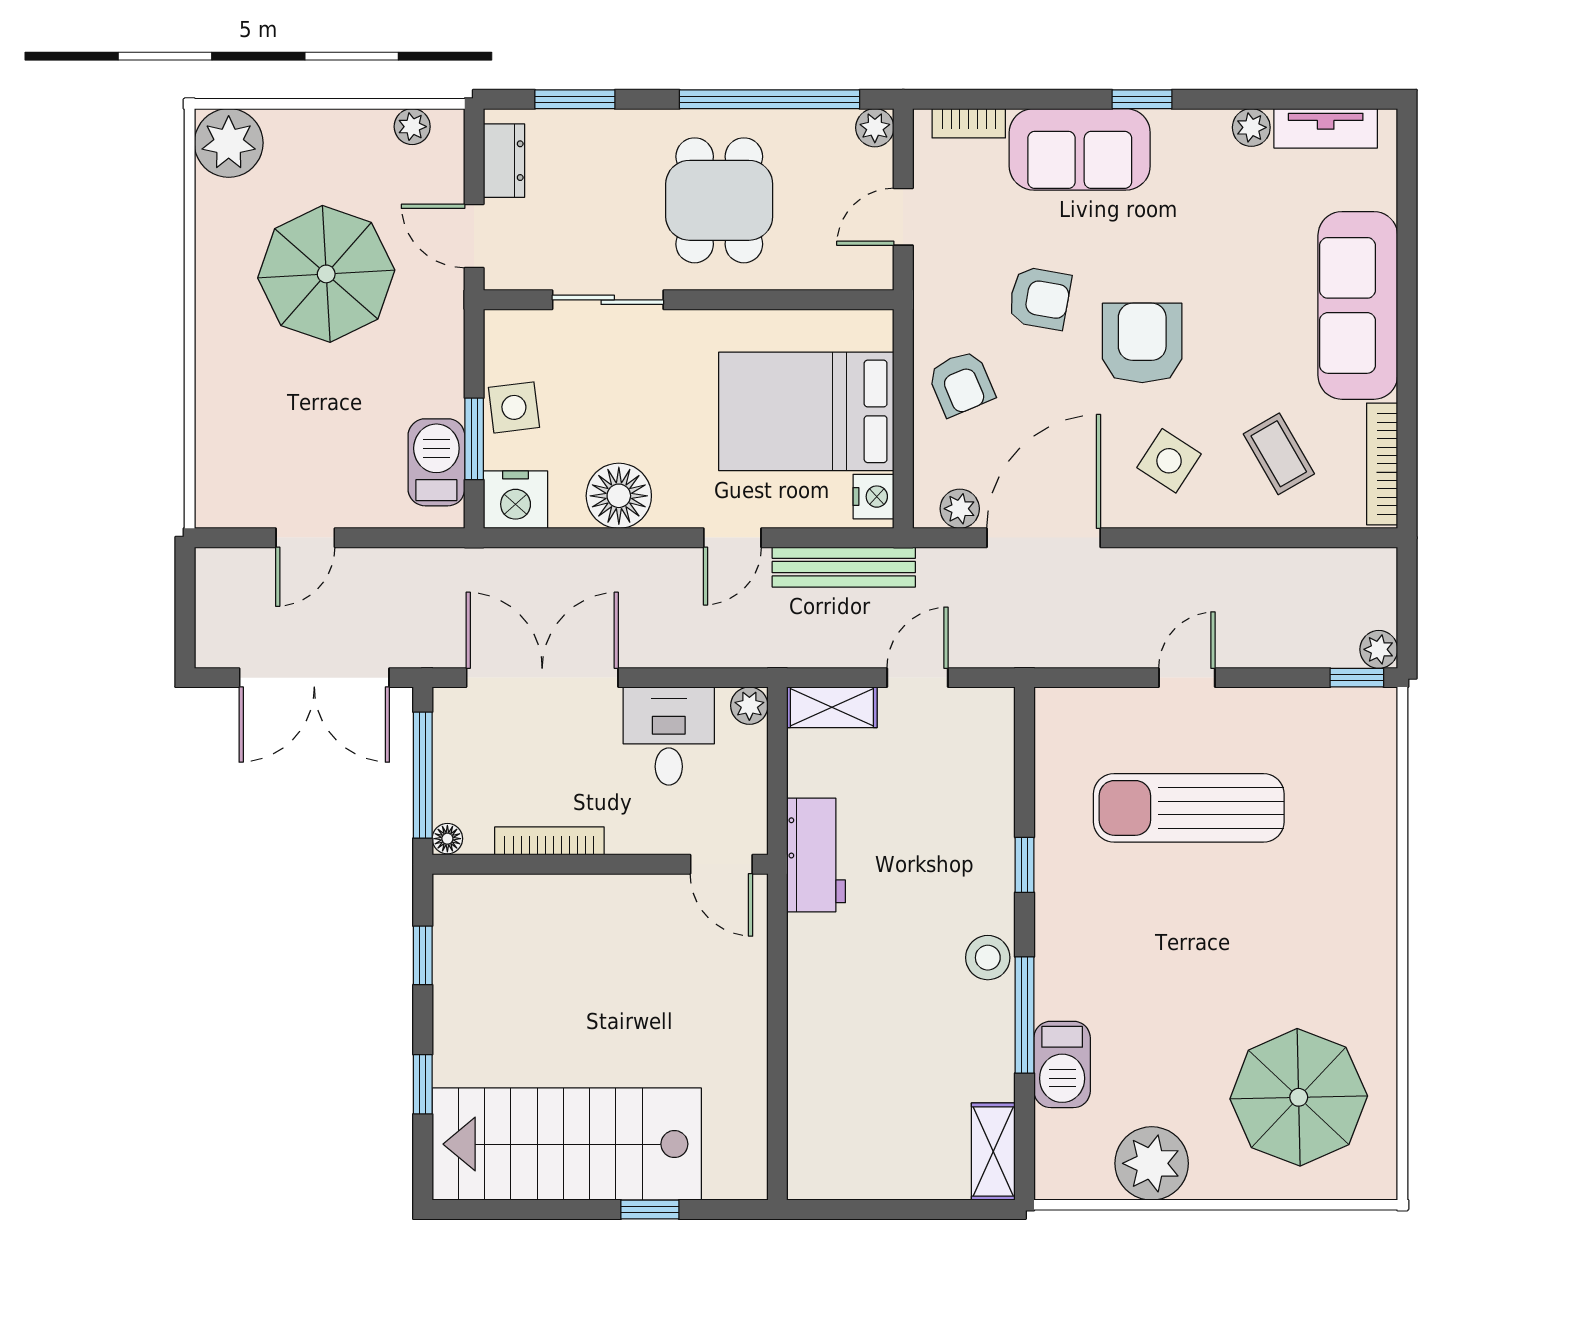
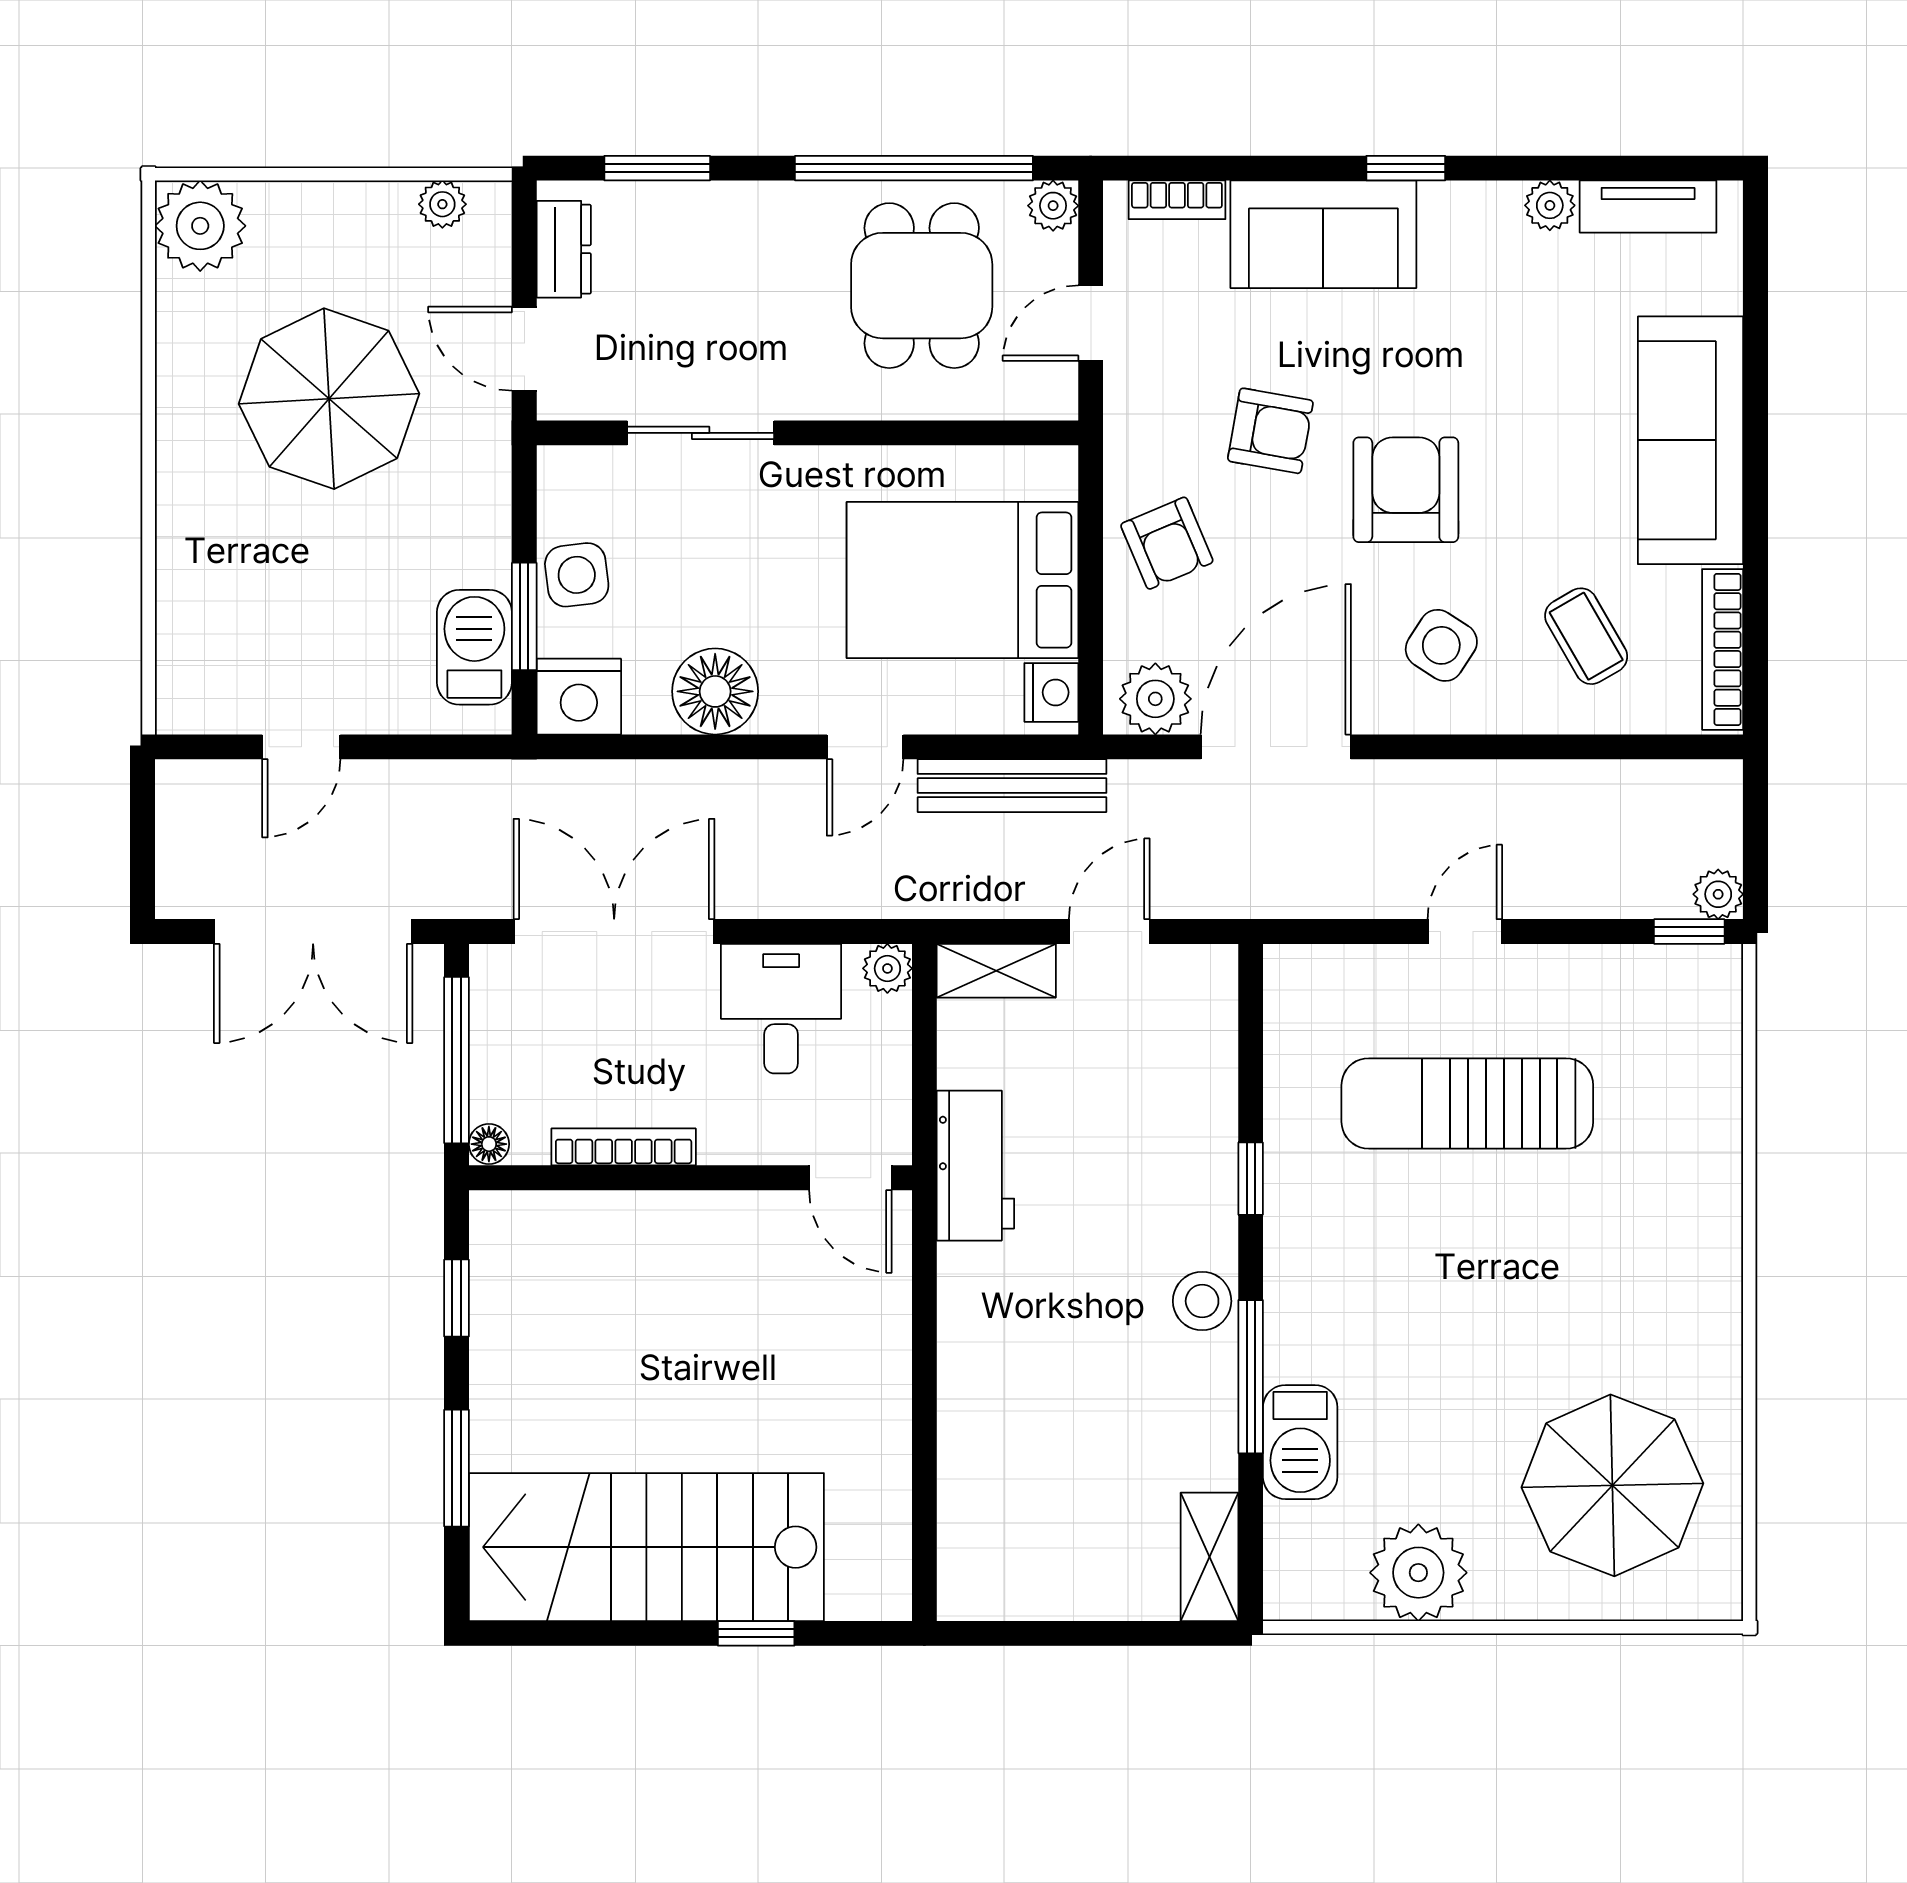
dining table: (719, 200) -> (922, 286), moved
plant: (960, 509) -> (1155, 699), width x1.38, depth x1.38
window: (423, 1084) -> (456, 1468), width x1.50

